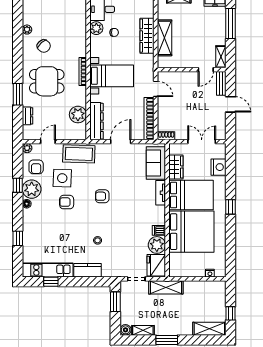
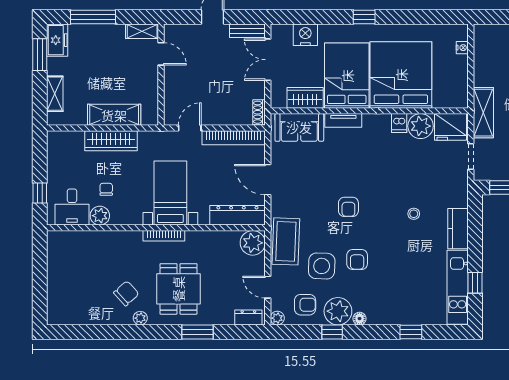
plant: (27, 30) -> (140, 318), moved
bench: (221, 83) -> (247, 31), moved
plant: (78, 115) -> (253, 243), moved
dresser: (27, 116) -> (248, 317), moved

